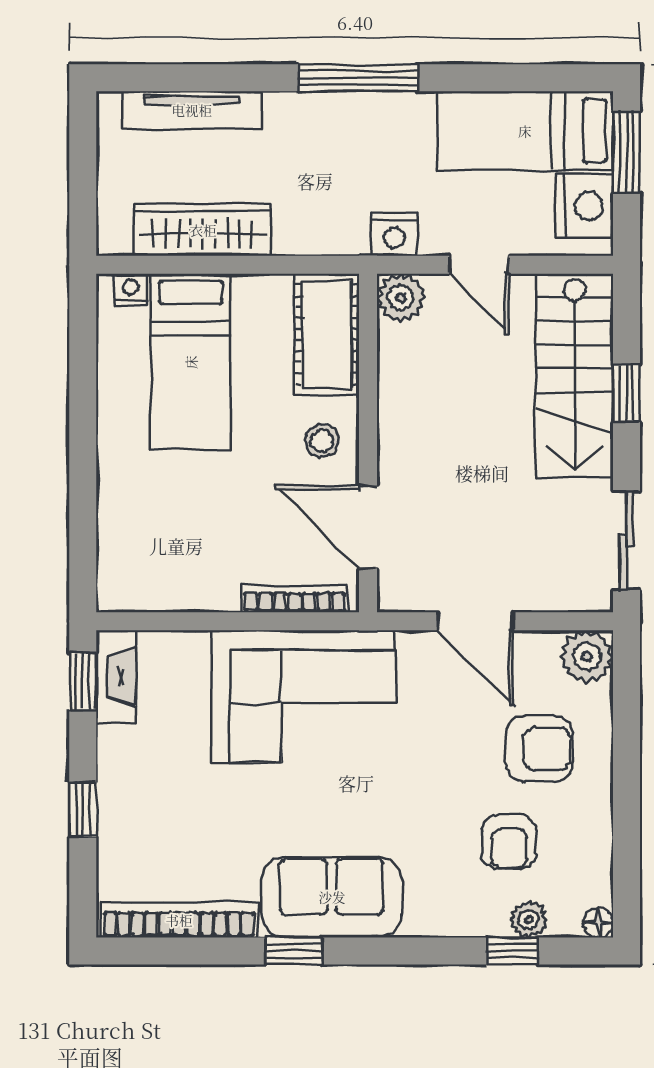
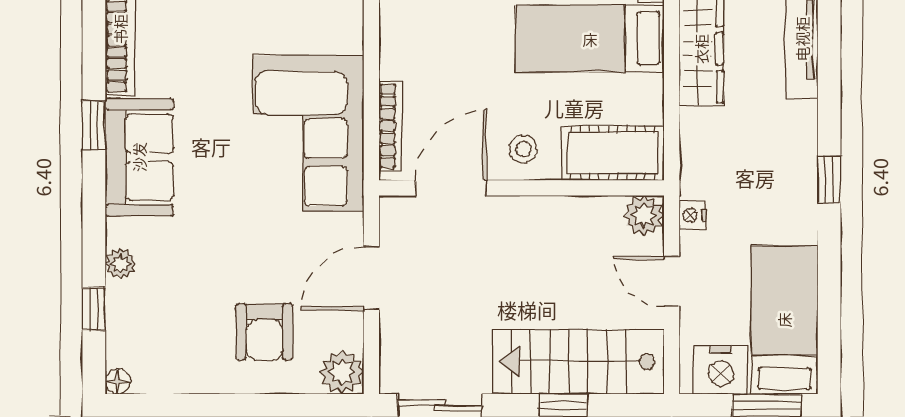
window: (358, 78) -> (829, 179), width x0.46
nightstand: (394, 234) -> (692, 215), width x0.72, depth x0.74
door: (479, 265) -> (672, 281), hinge flipped
armchair: (509, 842) -> (186, 307), removed
plant: (529, 919) -> (120, 264), moved

